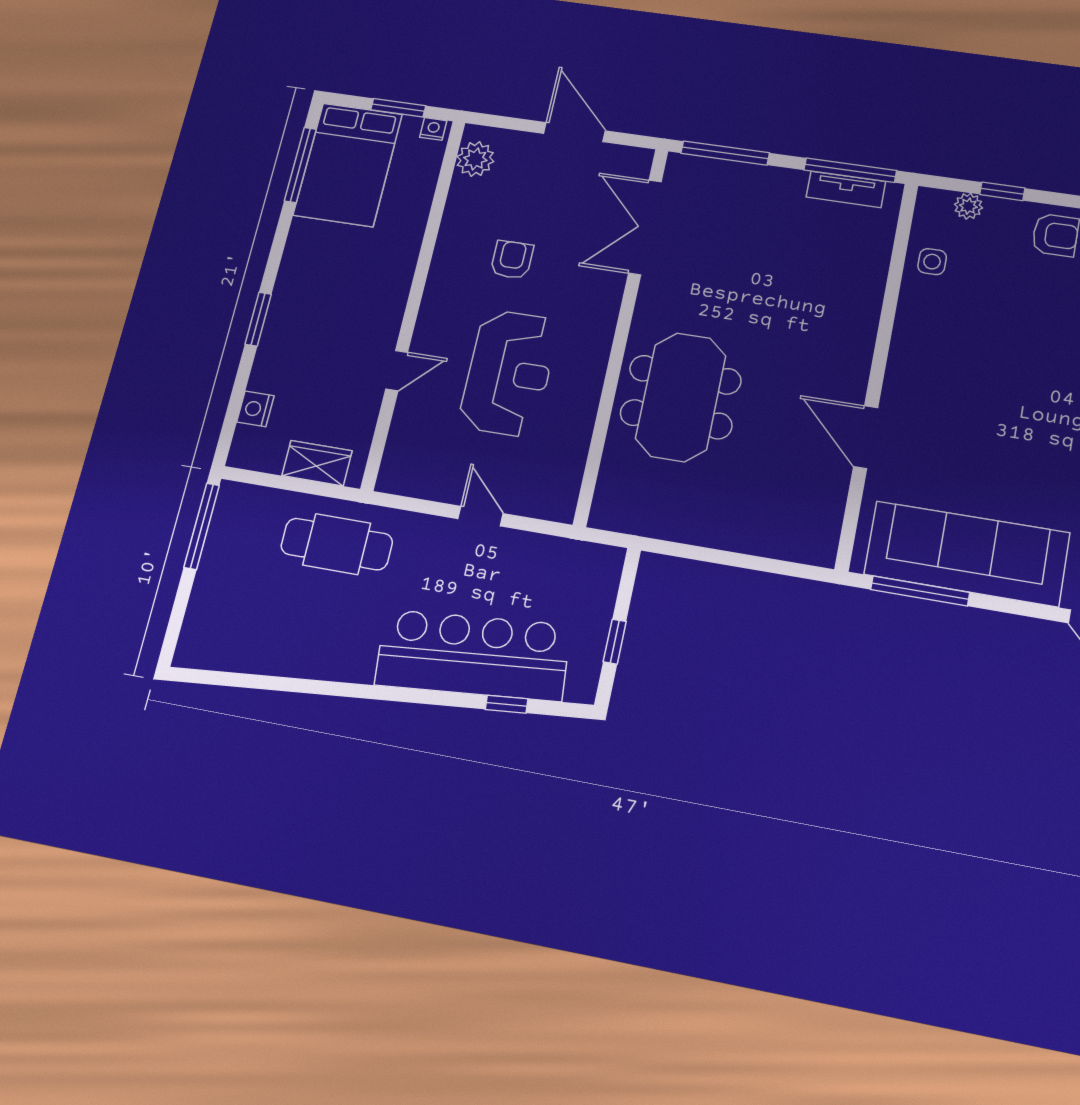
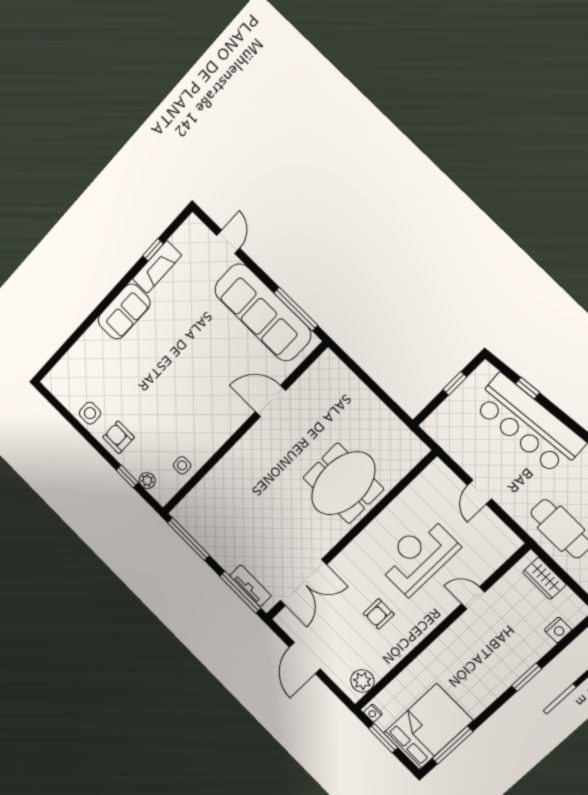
tv unit: (846, 189) -> (250, 586), moved
door: (866, 437) -> (270, 401), swing flipped

